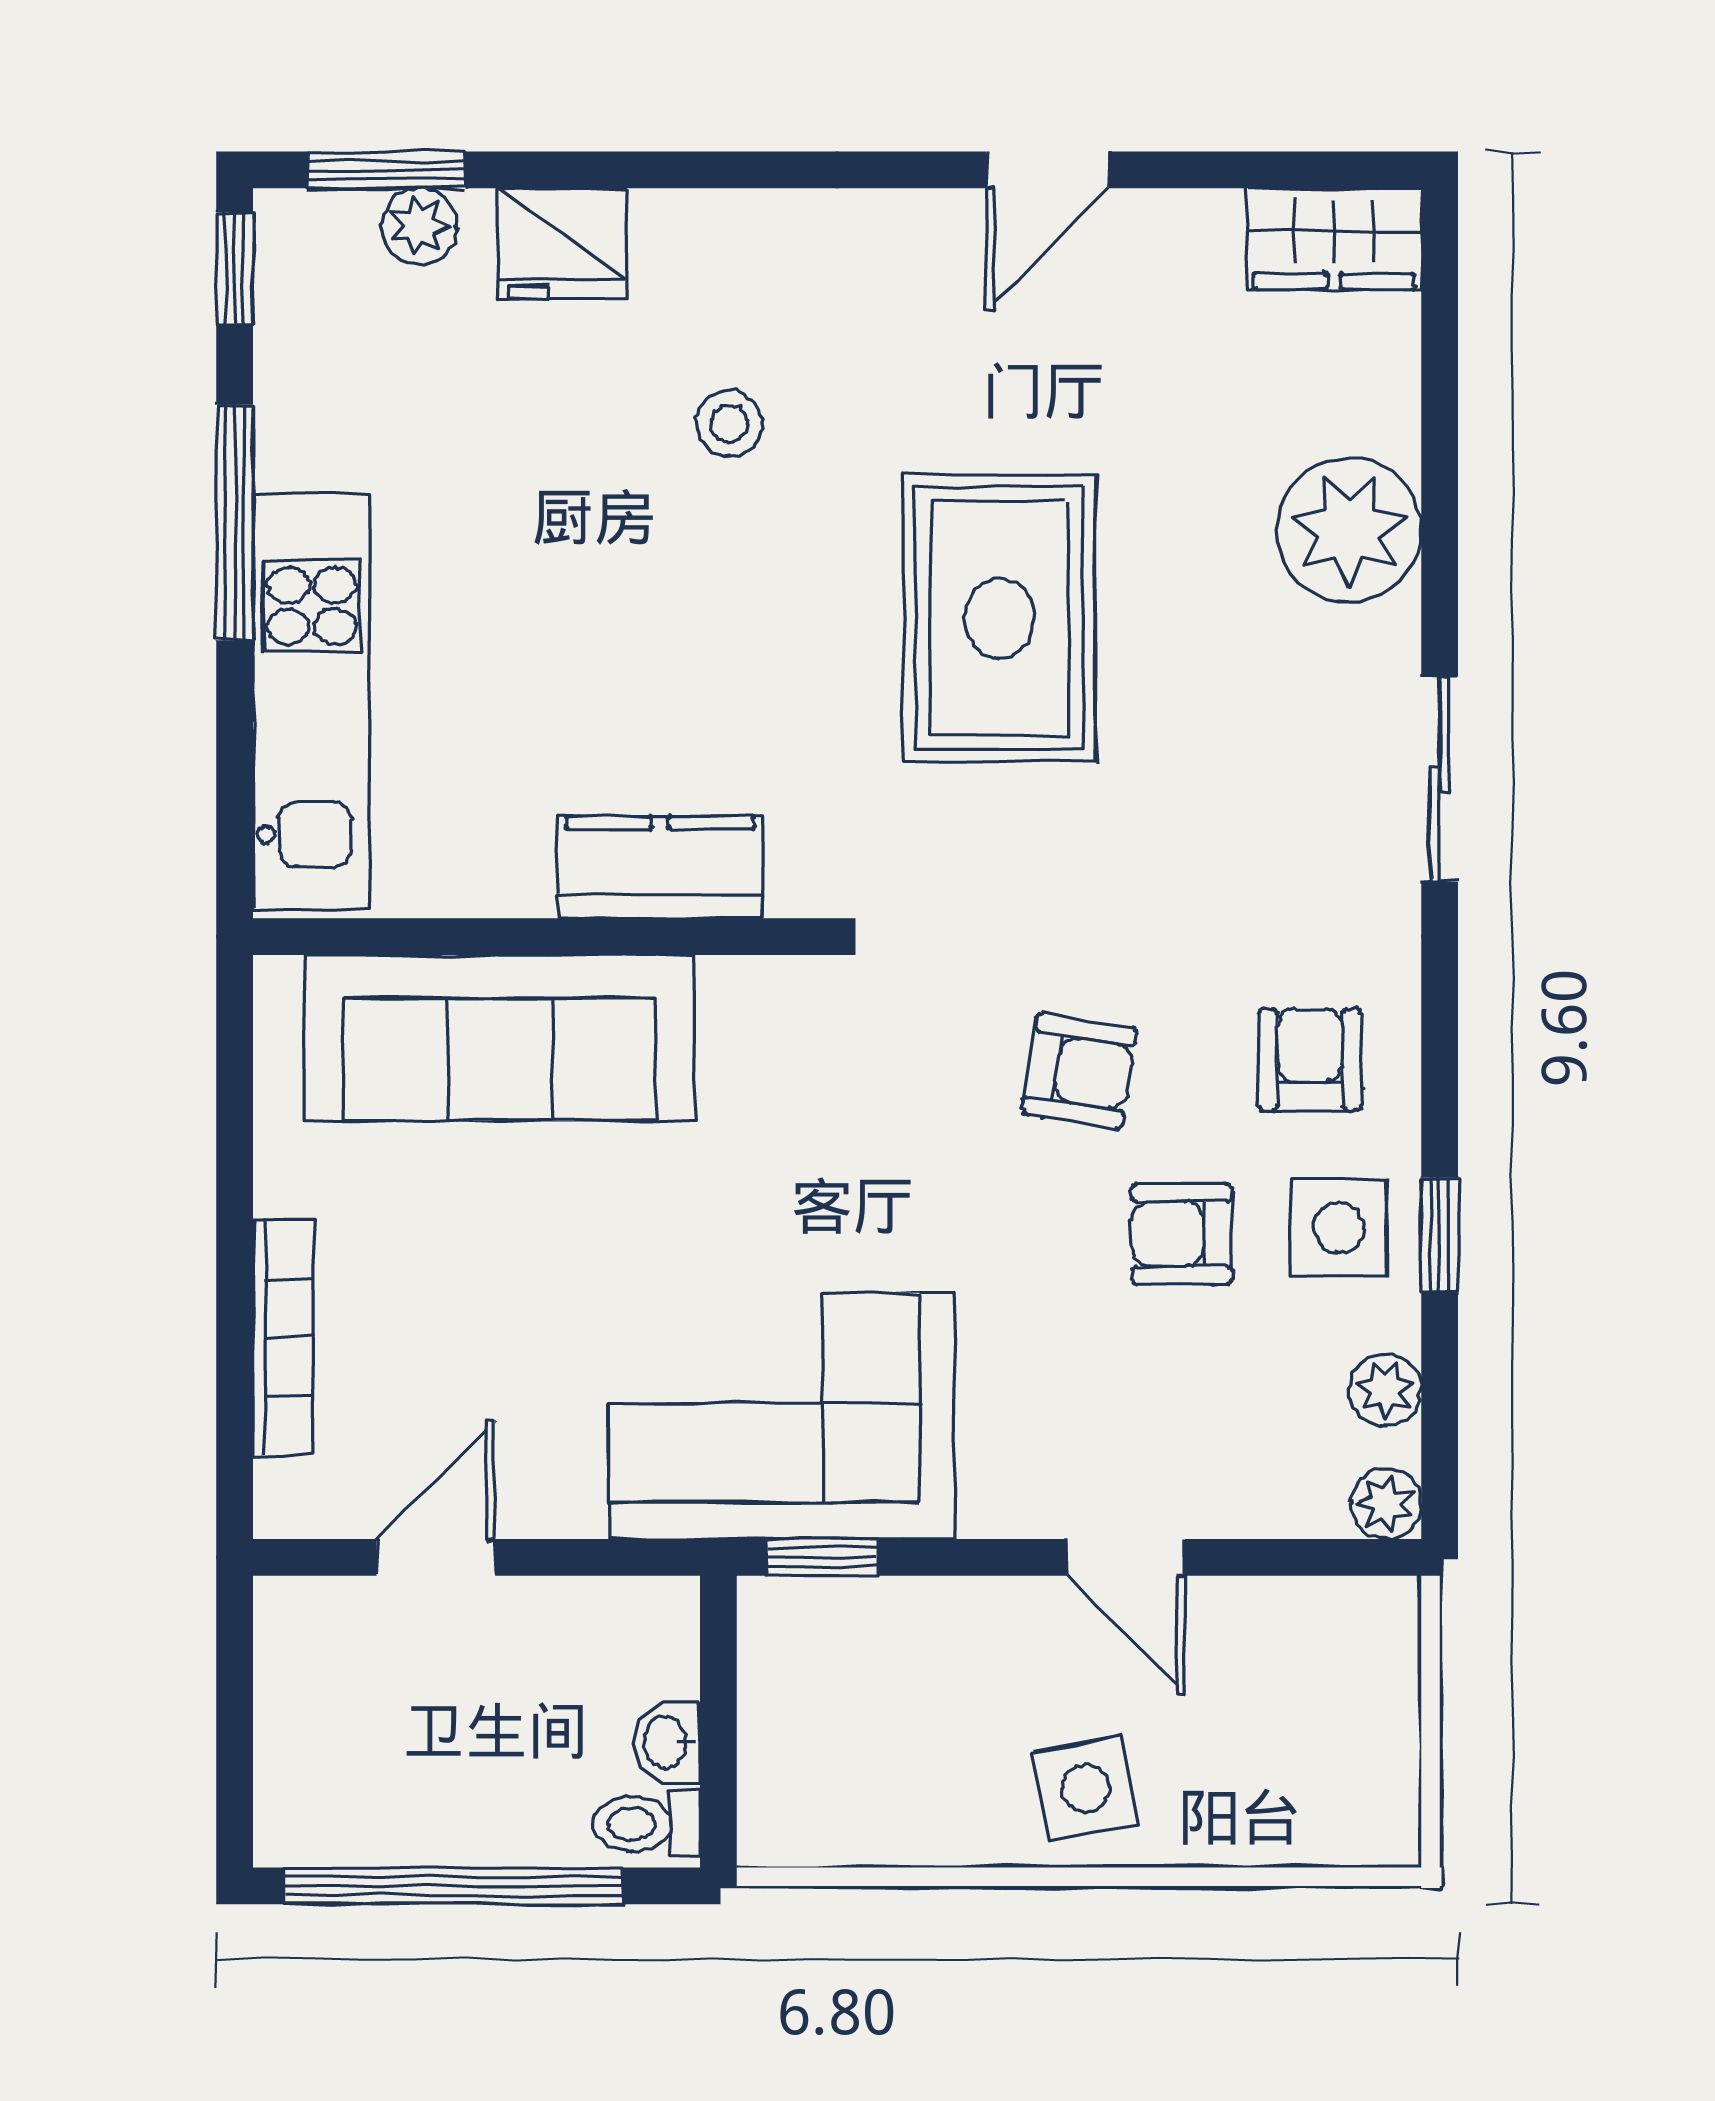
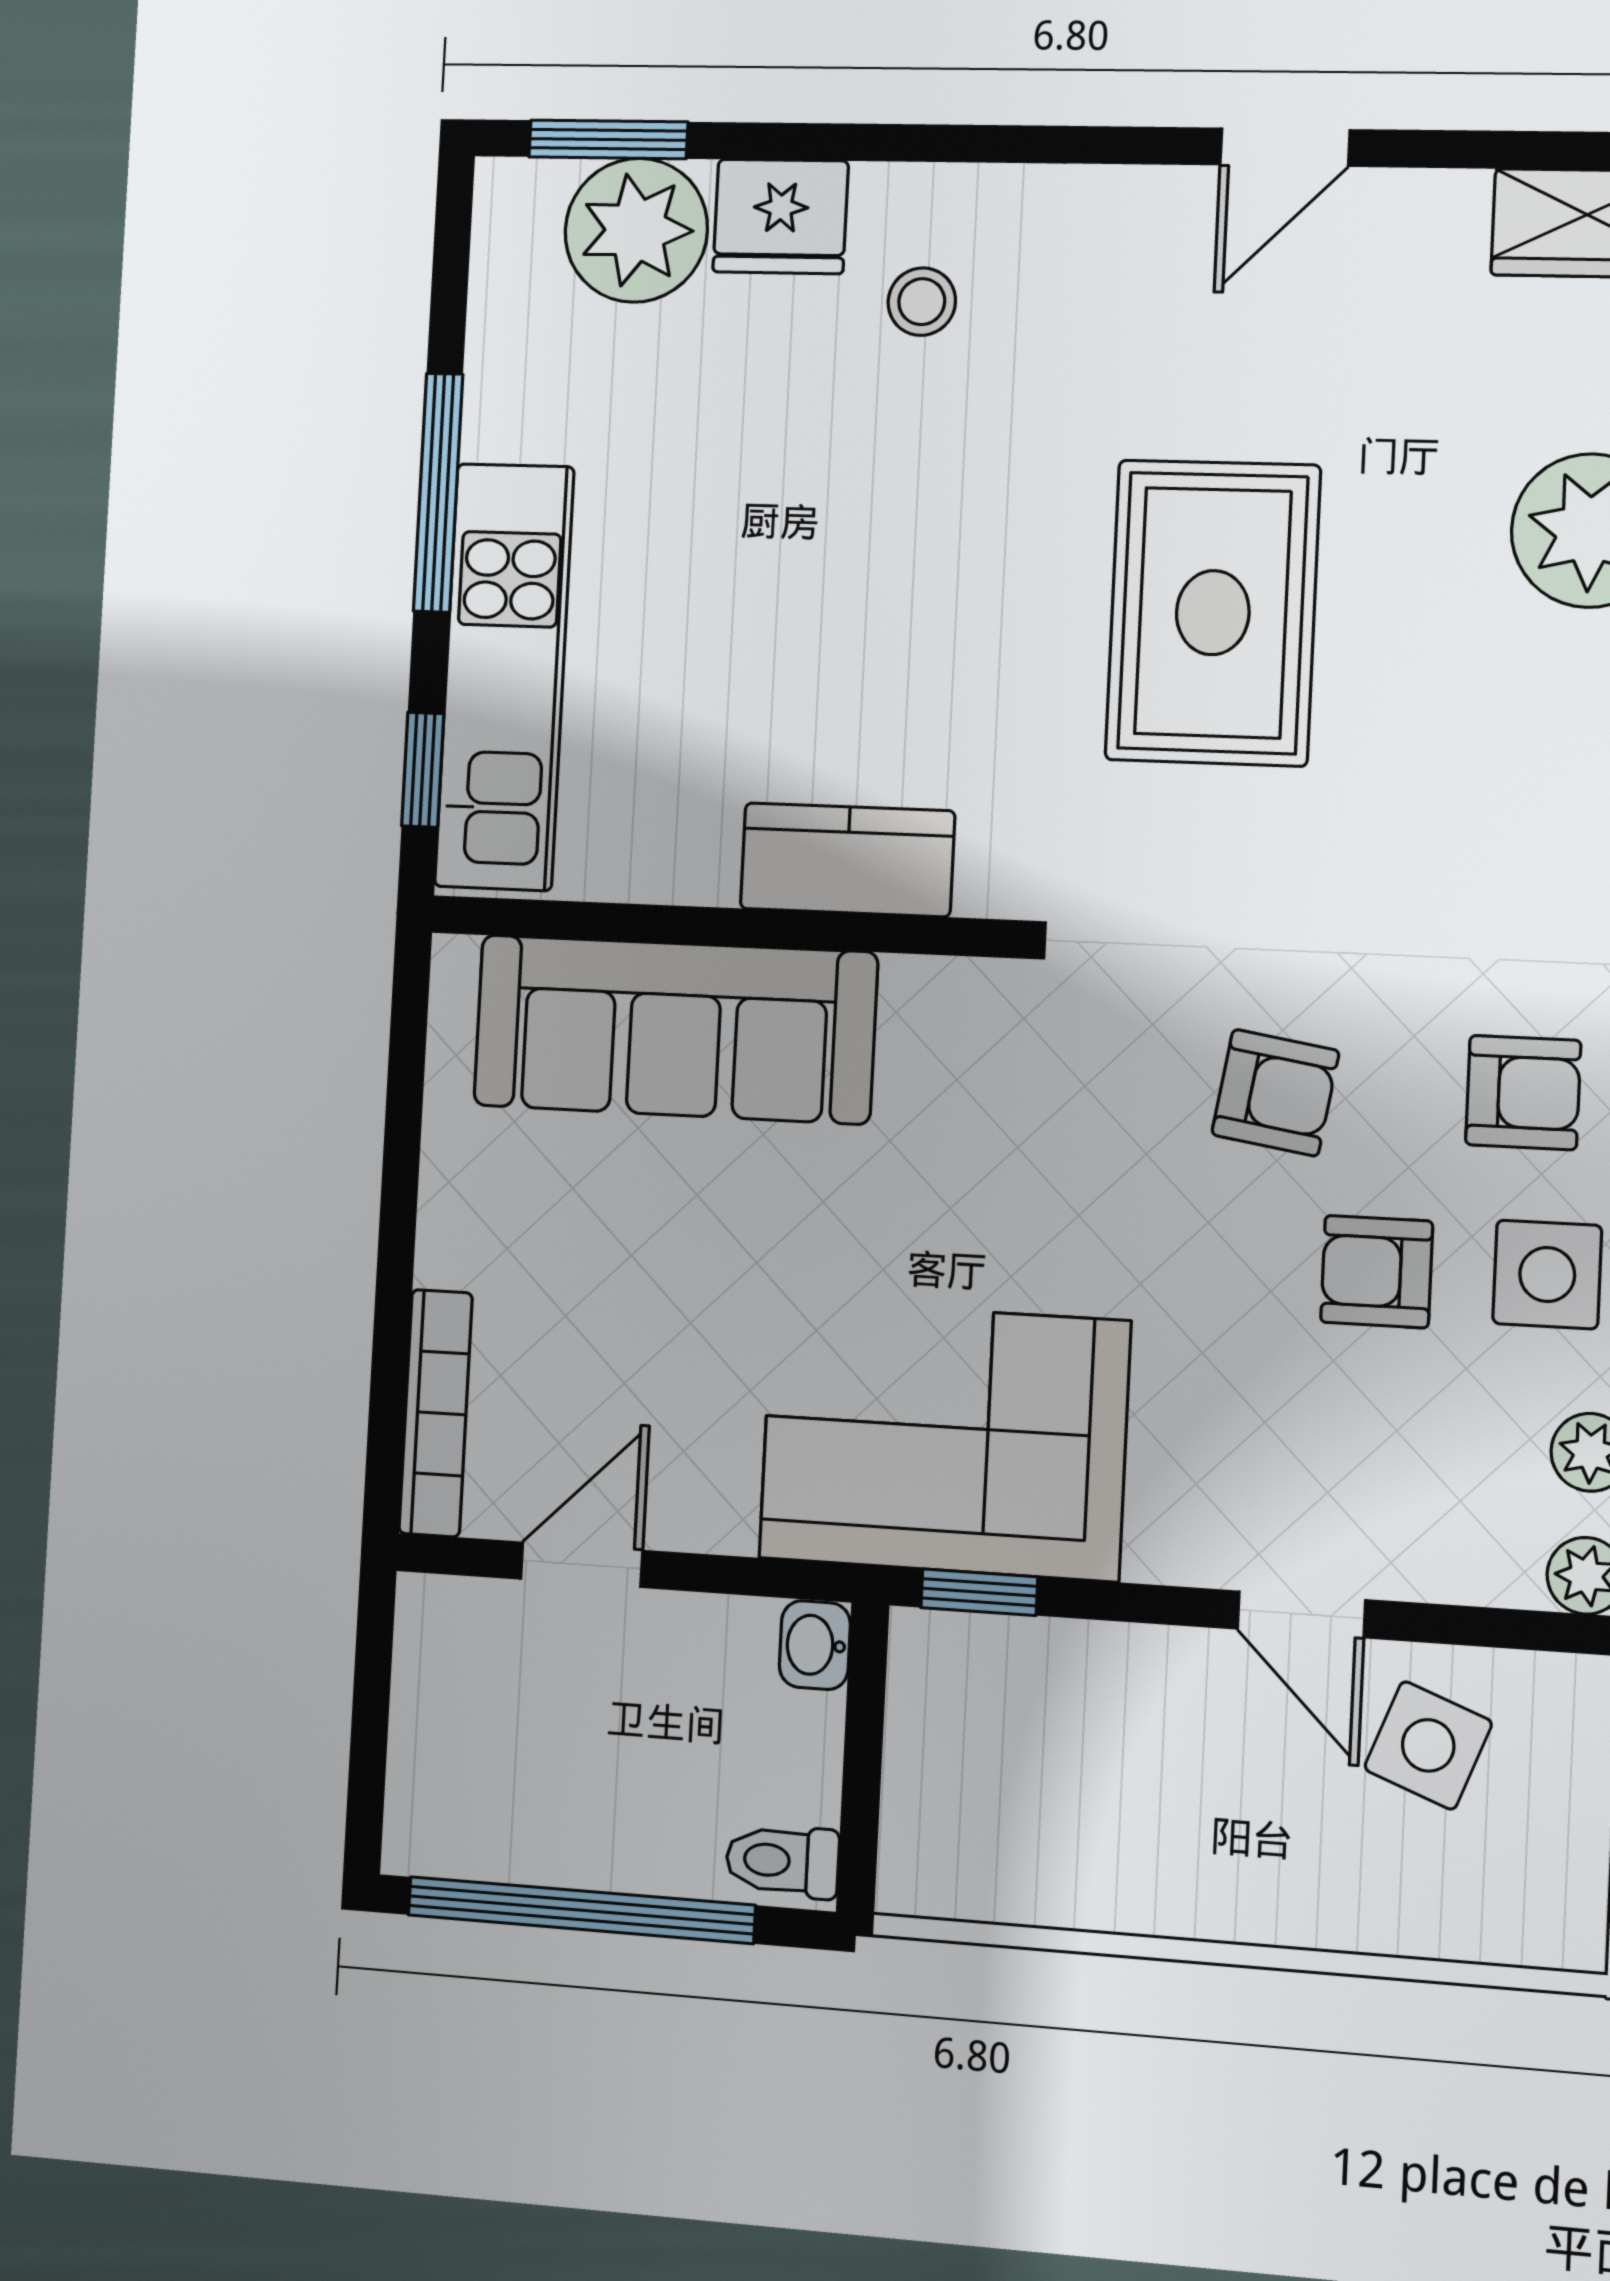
plant: (419, 226) -> (636, 230), width x1.87, depth x1.87
window: (235, 268) -> (423, 770), moved
stool: (729, 424) -> (922, 302), moved
armchair: (1310, 1060) -> (1523, 1093), turned 90
bookcase: (283, 1338) -> (436, 1413), moved
washbasin: (667, 1743) -> (815, 1645), moved
side table: (1085, 1789) -> (1428, 1745), moved, turned 31

